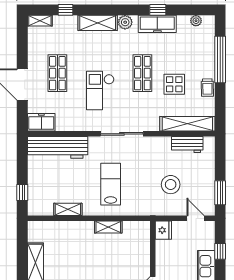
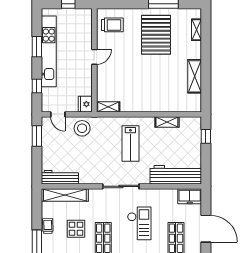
workbench: (187, 145) -> (60, 177), width x1.38
stool: (171, 185) -> (82, 128), moved
shelving: (108, 227) -> (108, 107), moved

